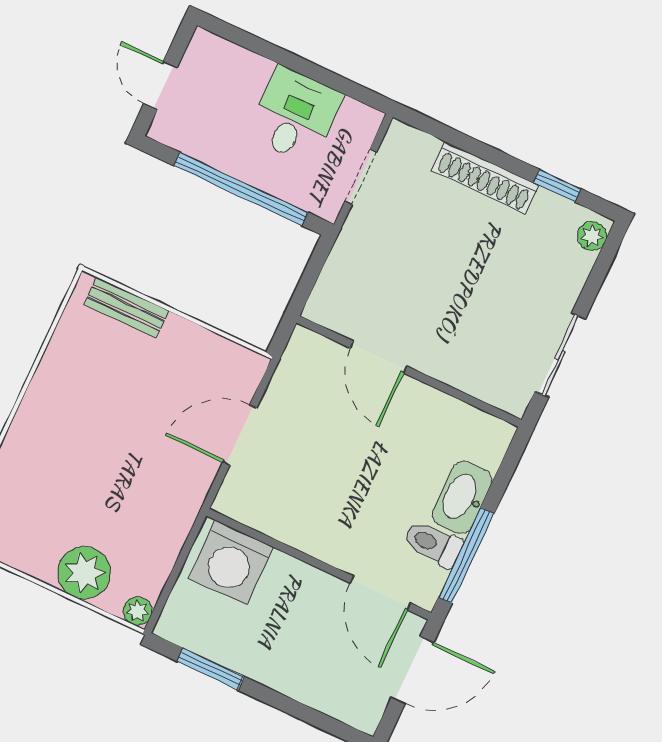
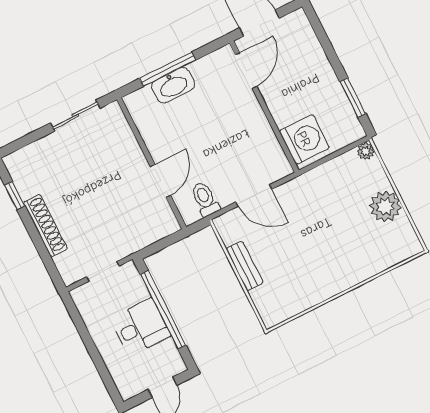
desk: (295, 115) -> (141, 327), moved, turned 180
plant: (592, 236) -> (17, 159), removed
bench: (126, 308) -> (244, 266), moved
toilet: (433, 544) -> (205, 199), moved, turned 180
window: (466, 555) -> (168, 69), moved
plant: (84, 573) -> (385, 207), moved

